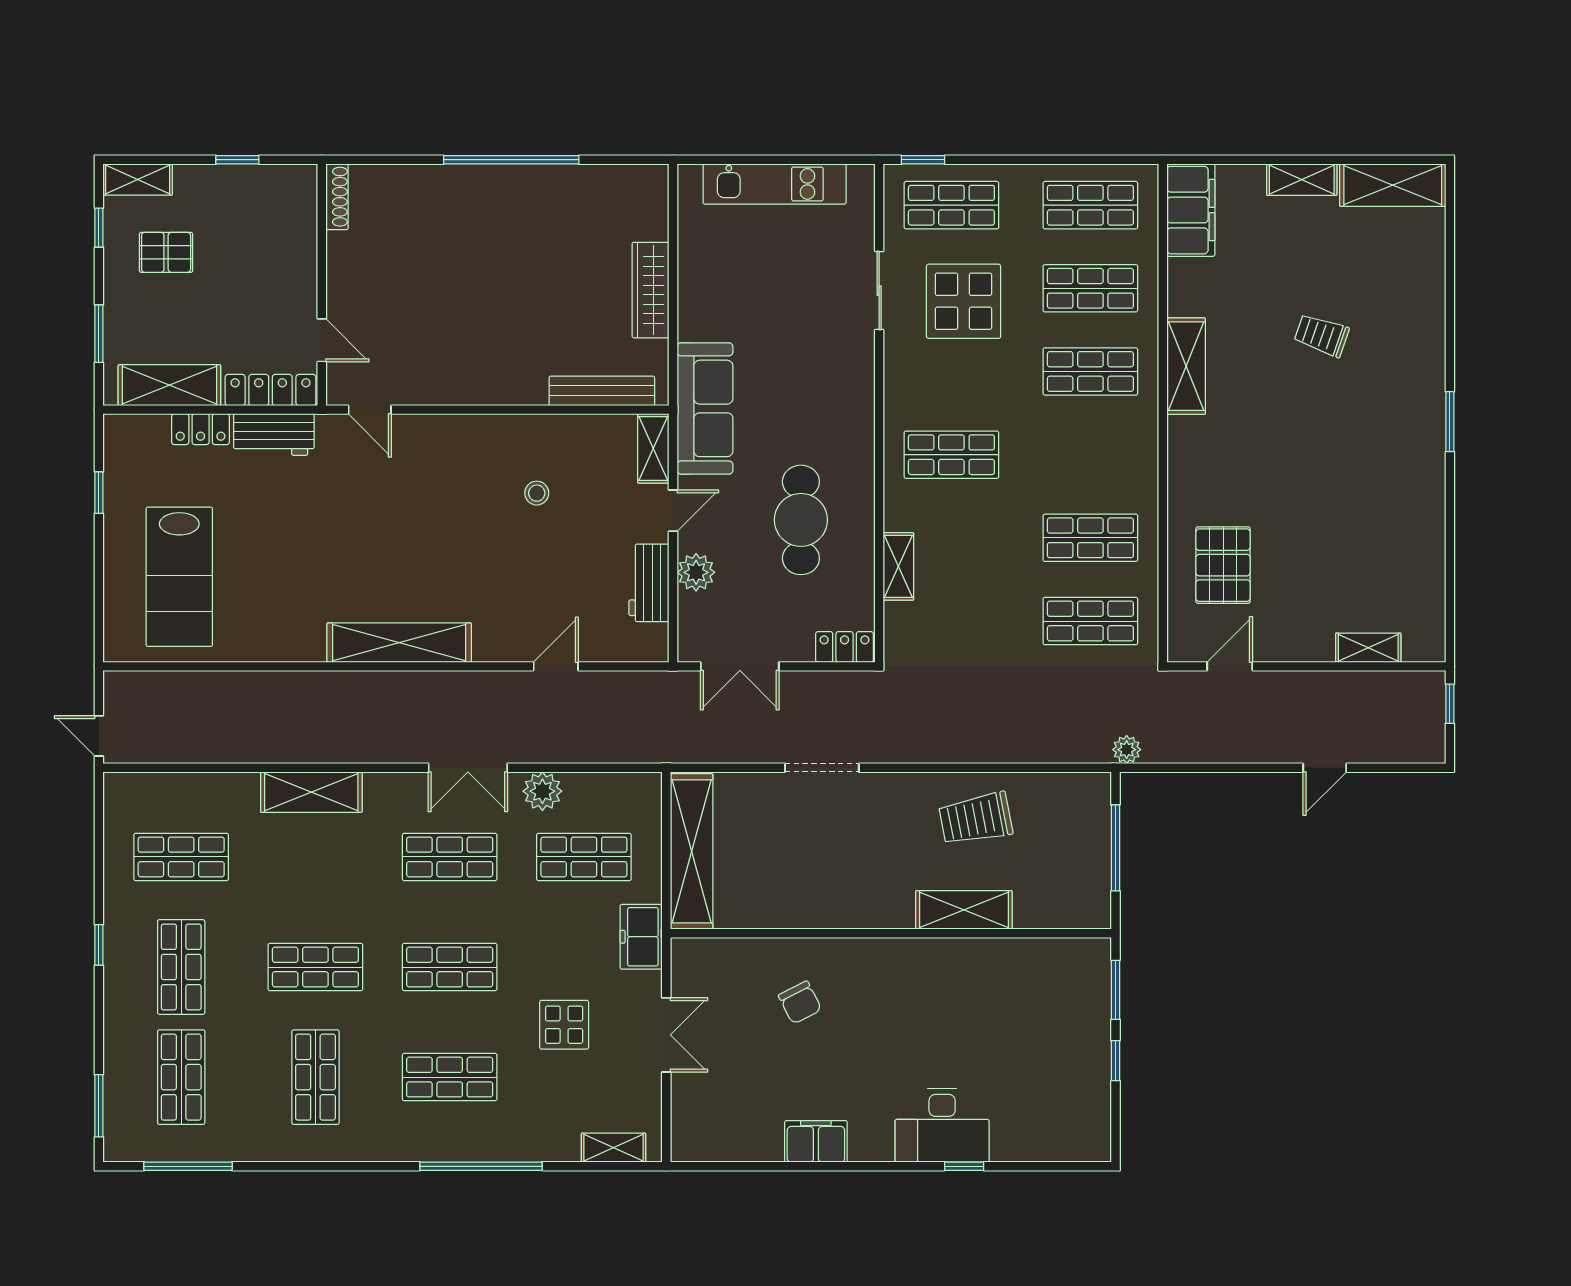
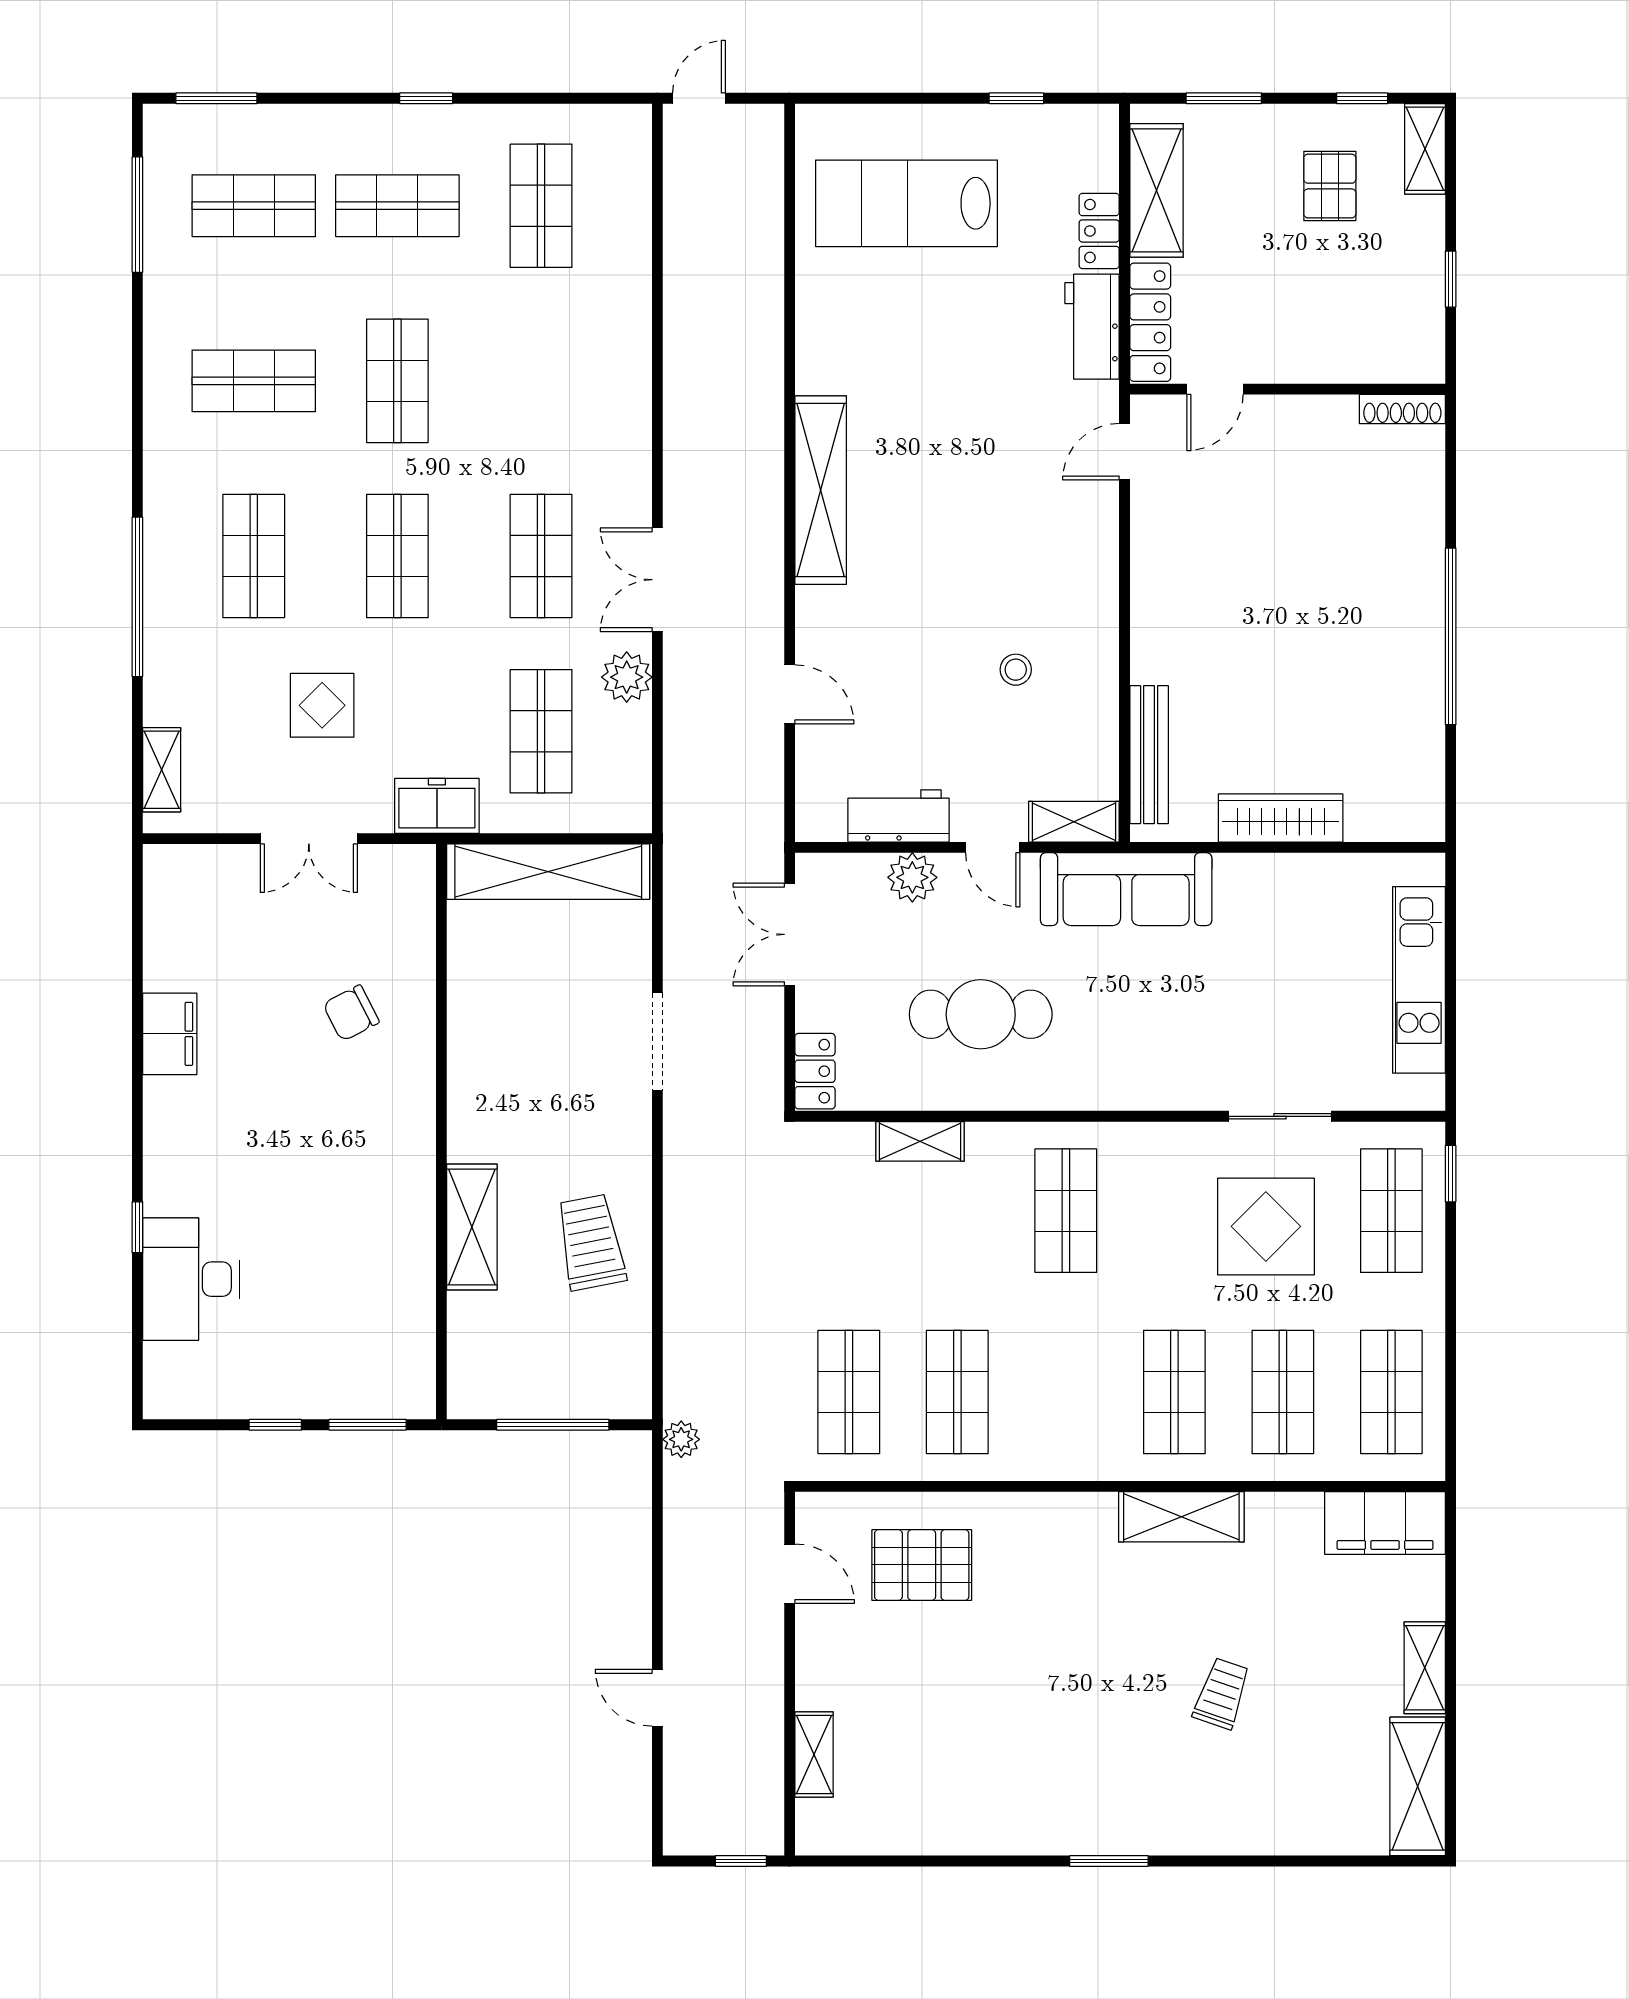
shelving: (311, 792) -> (626, 376), removed
desk: (942, 1125) -> (191, 1279), moved

